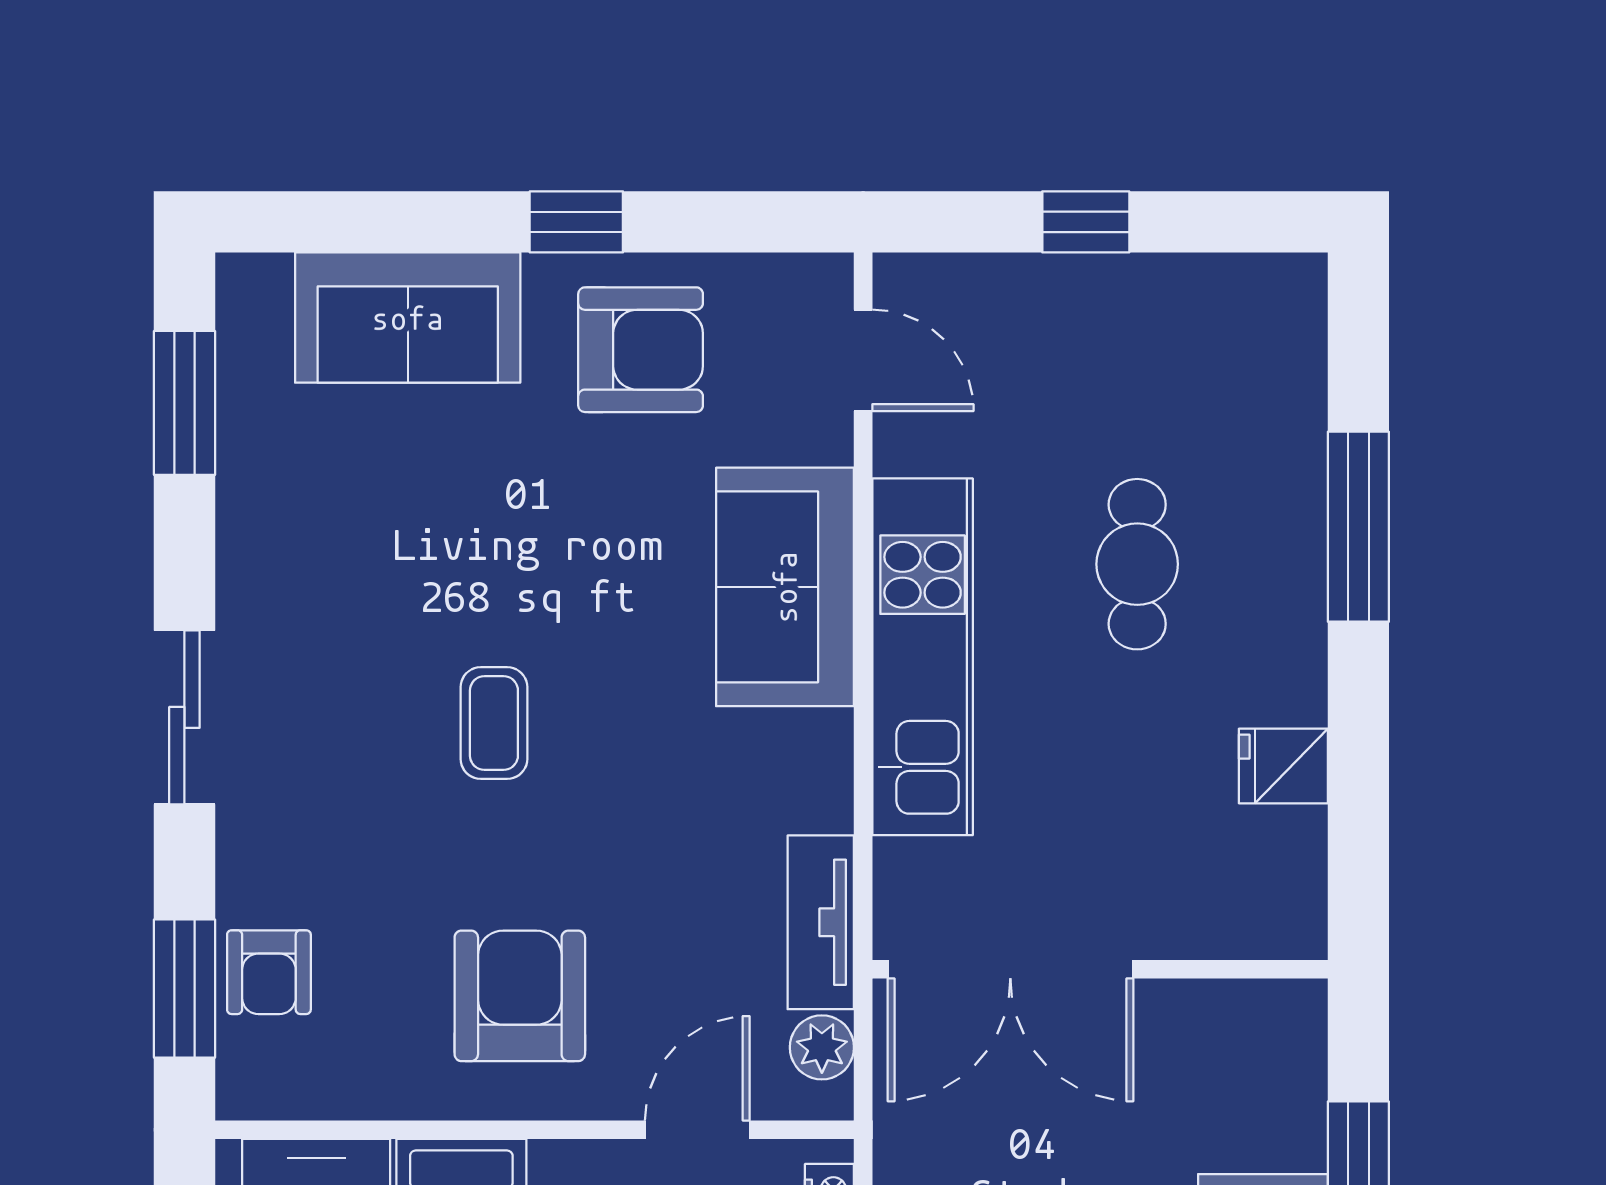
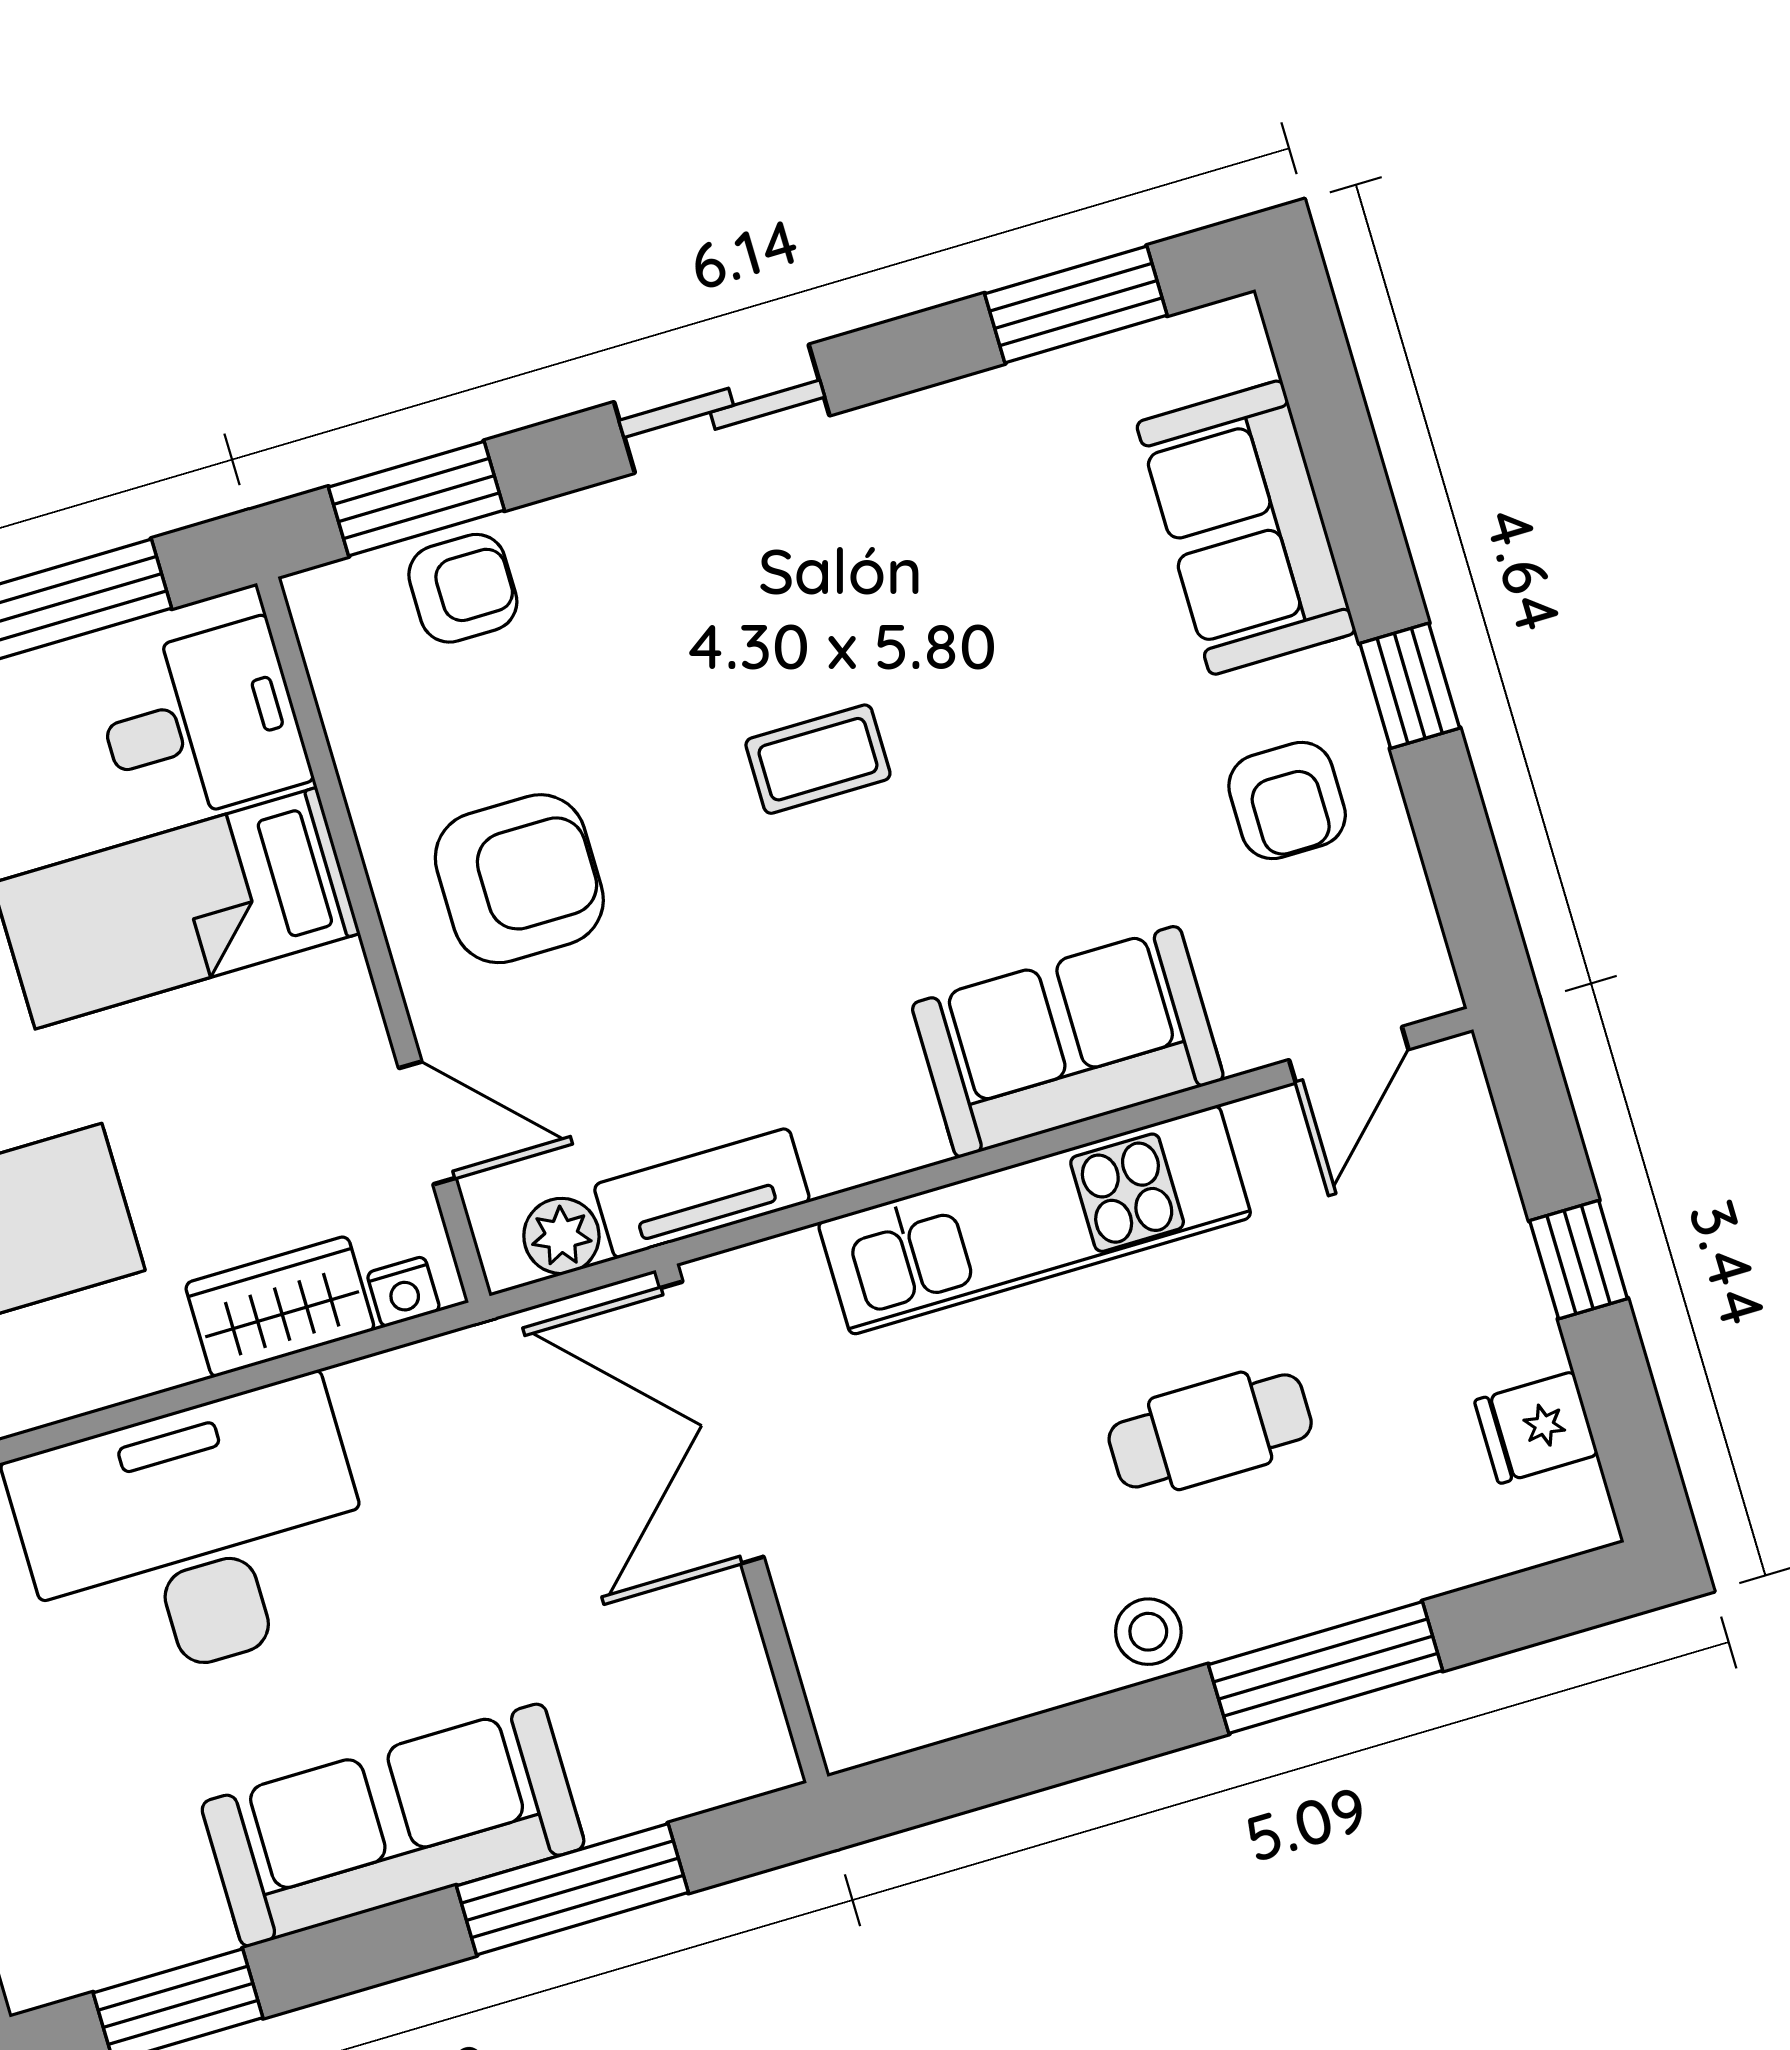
armchair: (641, 350) -> (1287, 801), width x0.72, depth x0.72
stool: (1286, 663) -> (1148, 1632), added
fridge: (1283, 766) -> (1536, 1428), moved, turned -90
armchair: (269, 972) -> (463, 588), turned 180

